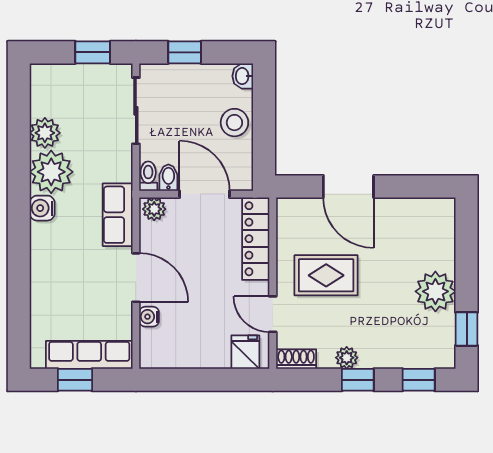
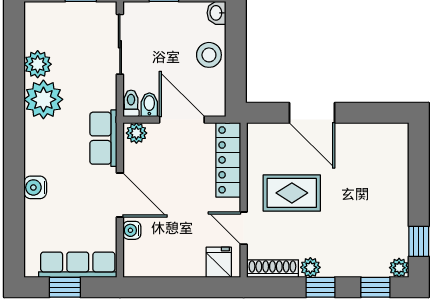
water cooler: (42, 208) -> (35, 187), moved
plant: (435, 291) -> (399, 268), moved, width x0.53, depth x0.53
shoe rack: (296, 359) -> (272, 269), width x1.43

